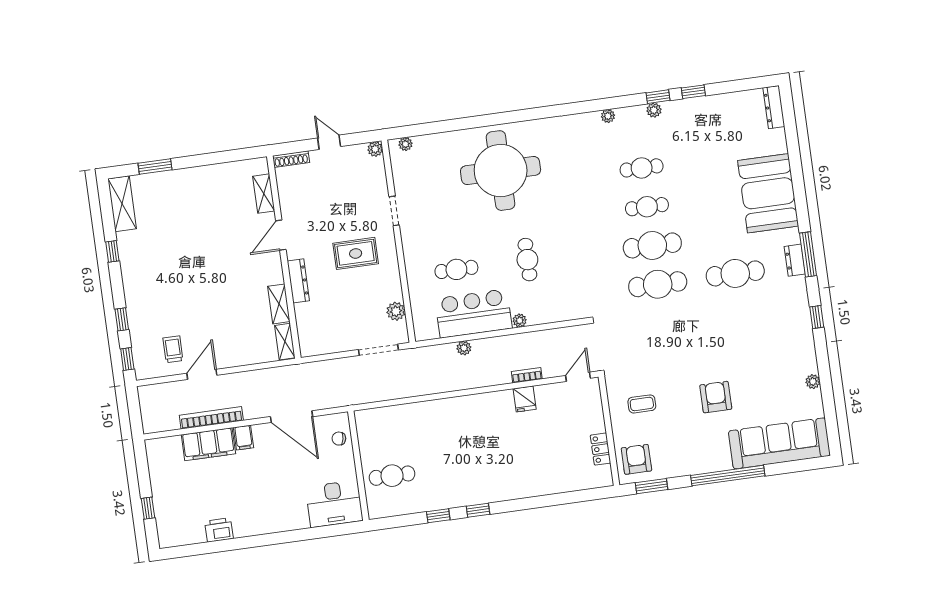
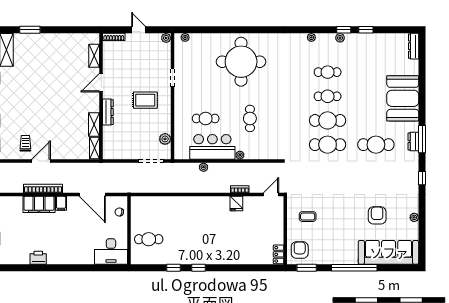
armchair: (716, 397) -> (377, 215), moved
locker: (601, 449) -> (279, 254), moved

